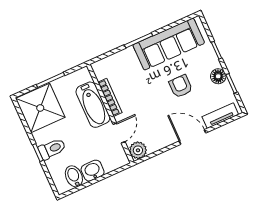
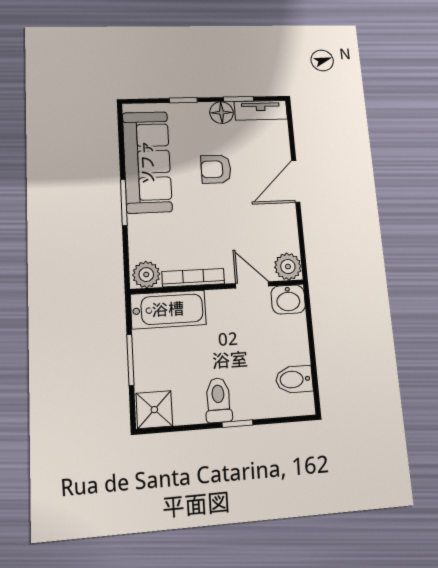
plant: (101, 70) -> (146, 275), added
bathtub: (93, 105) -> (168, 309), moved
shower: (40, 108) -> (154, 410), width x0.54, depth x0.54
tv unit: (220, 116) -> (261, 110), moved, turned -90
toilet: (52, 149) -> (218, 400), moved
washbasin: (93, 171) -> (288, 299), moved, turned -90

